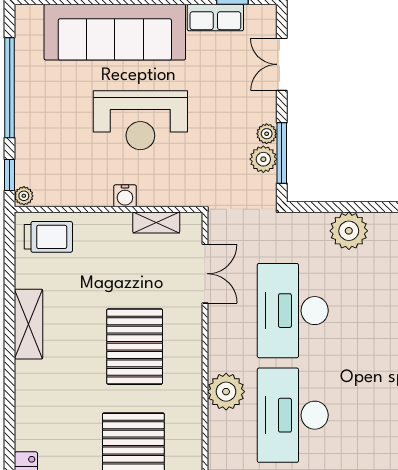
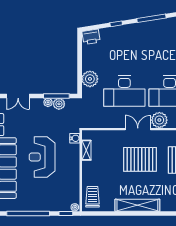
reception desk: (140, 120) -> (42, 157), turned 180
water cooler: (125, 196) -> (75, 138), moved
plant: (349, 231) -> (90, 79), moved
double door: (205, 274) -> (138, 129), moved
shelving: (29, 324) -> (137, 205), width x1.47

